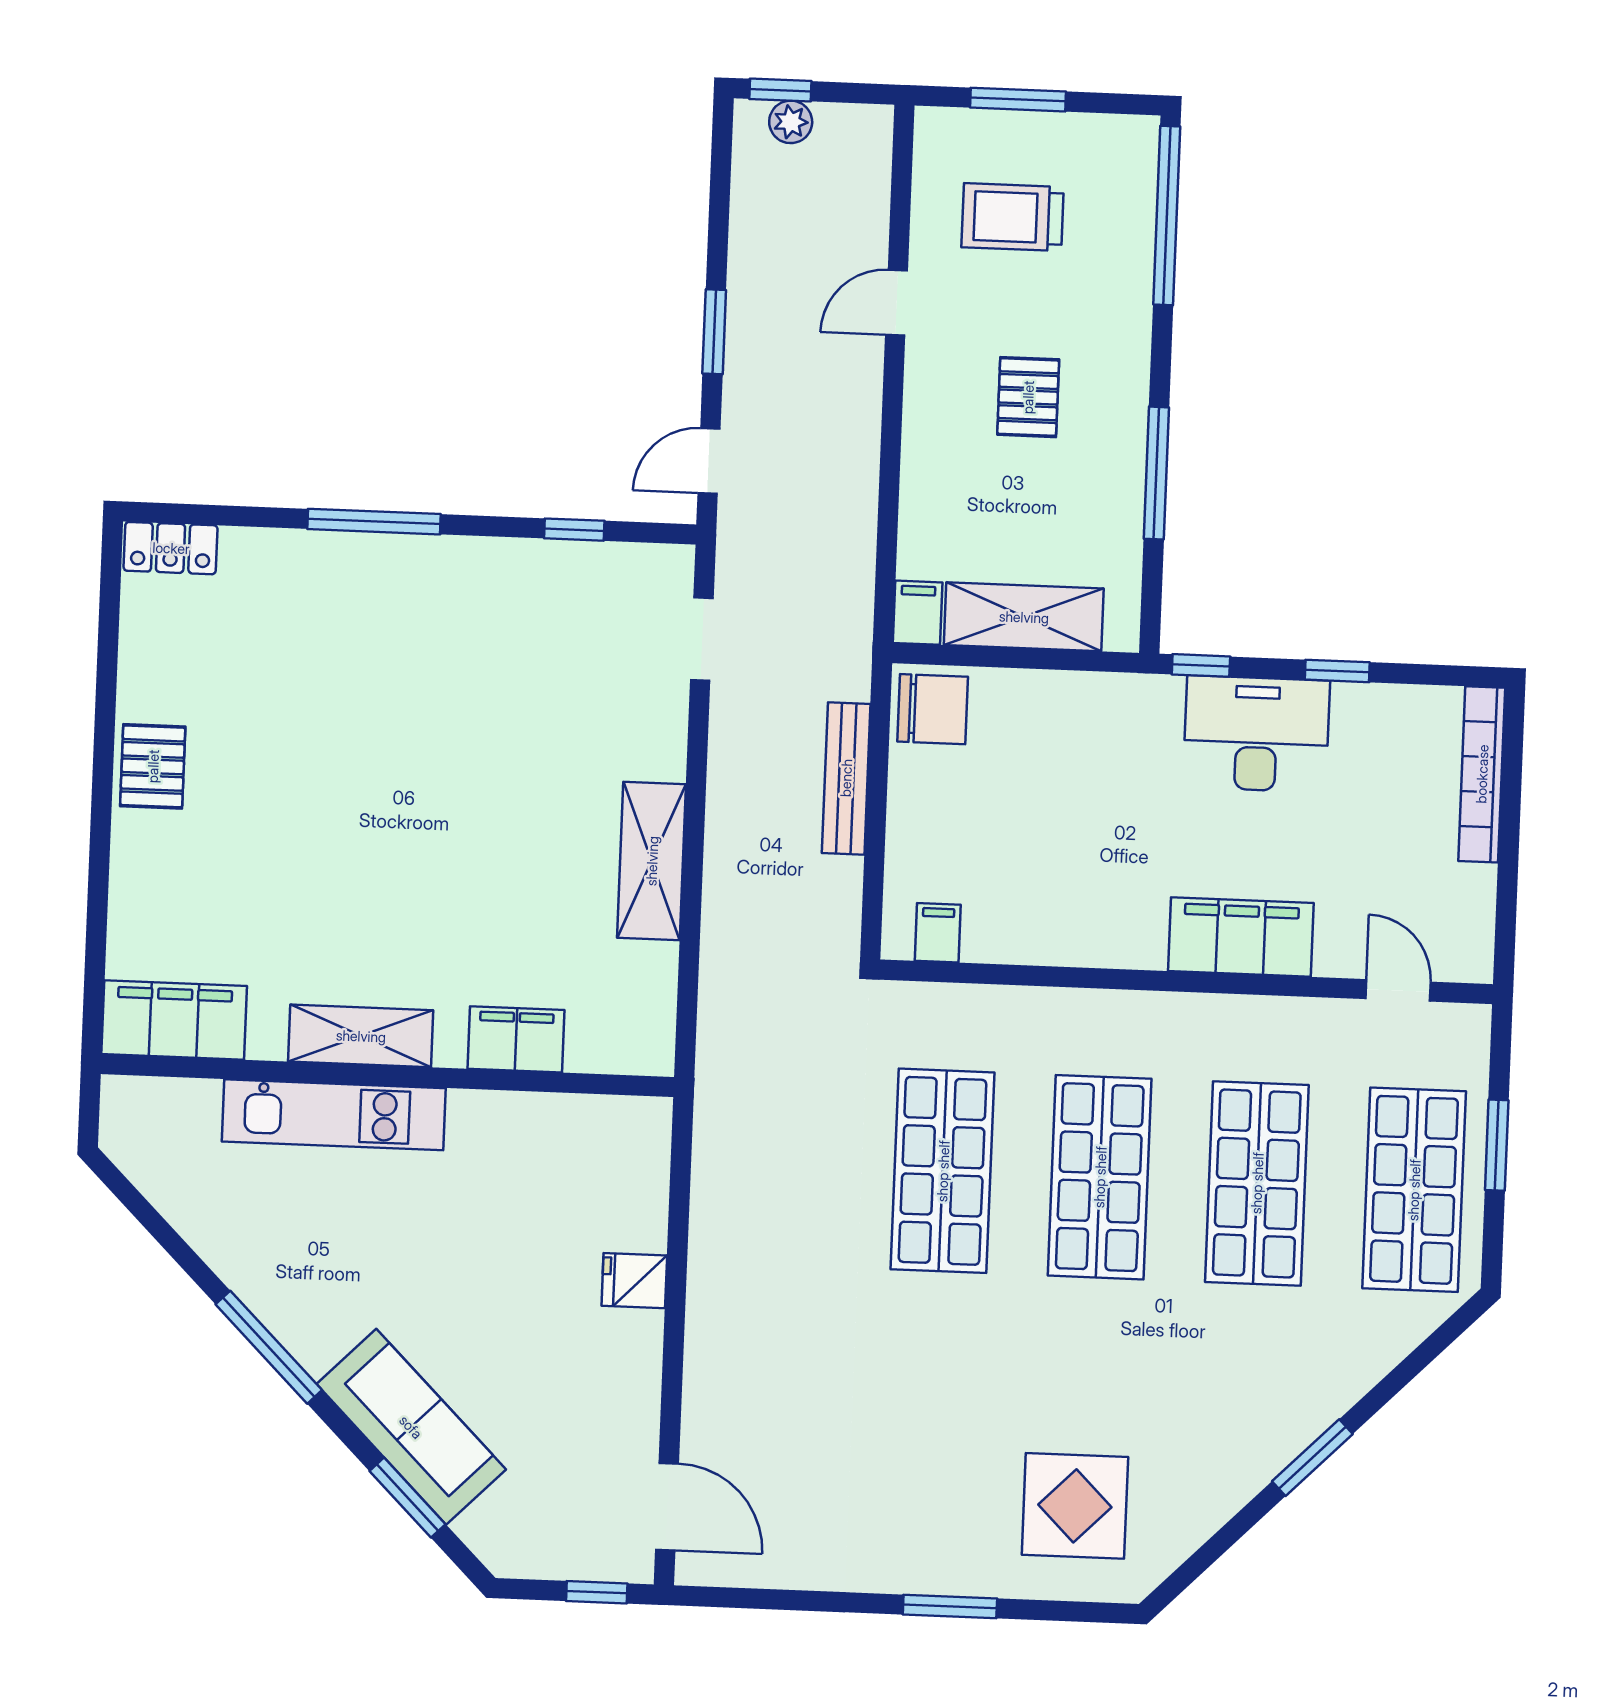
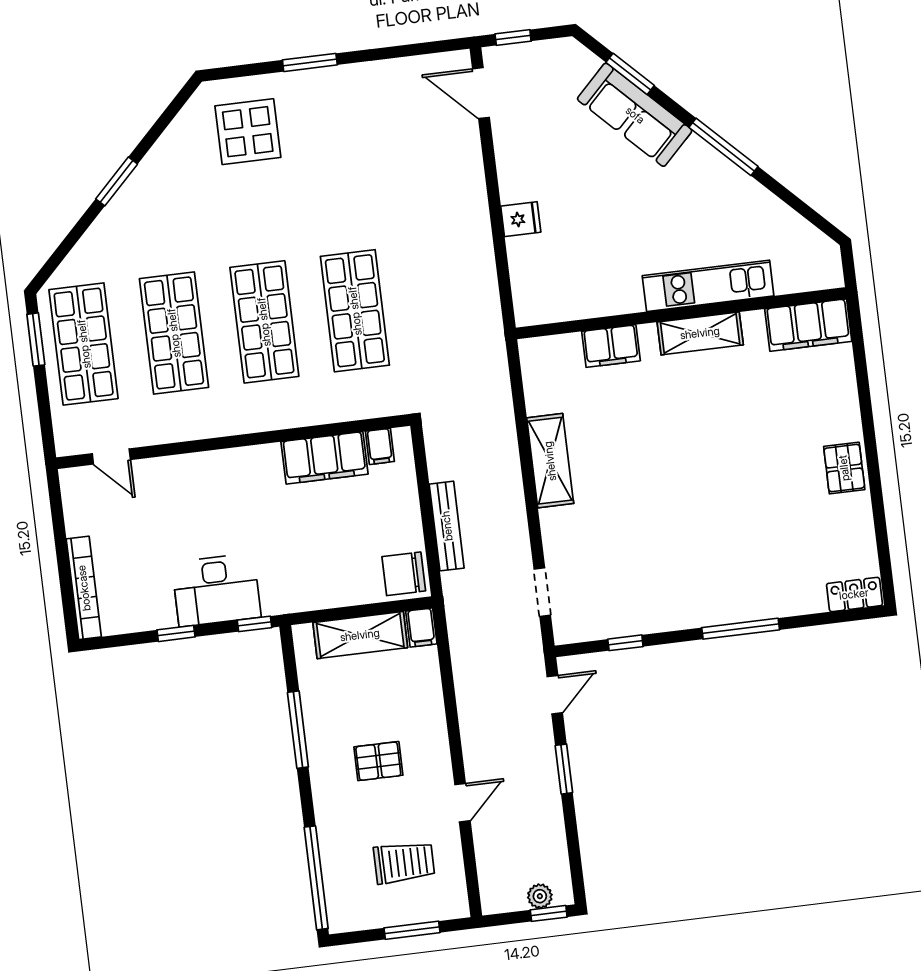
pallet: (1028, 397) -> (378, 761), turned 90
filing cabinet: (1241, 937) -> (325, 458), moved
window: (1497, 1145) -> (36, 340), moved

